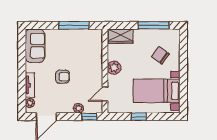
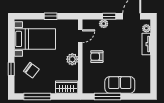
sofa: (35, 46) -> (120, 85), moved, turned 90
window: (183, 57) -> (11, 69), added
armchair: (62, 77) -> (97, 57), moved
window: (89, 117) -> (109, 16), moved

